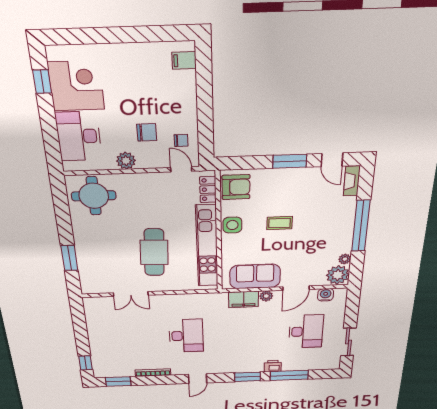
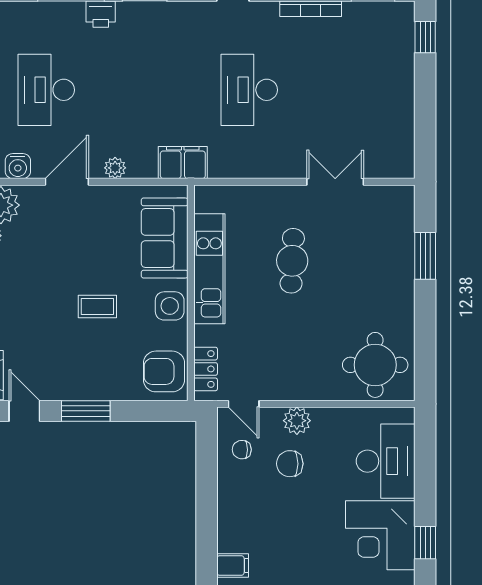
plant: (126, 161) -> (297, 421), moved
kitchen unit: (207, 246) -> (209, 269), width x0.73
cafe table: (154, 252) -> (292, 261), width x0.73, depth x0.74
sofa: (255, 276) -> (165, 238), moved, turned 90
filing cabinet: (244, 299) -> (183, 162), moved

